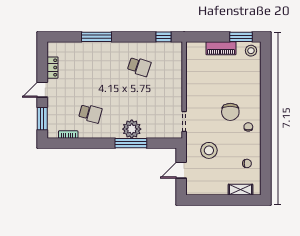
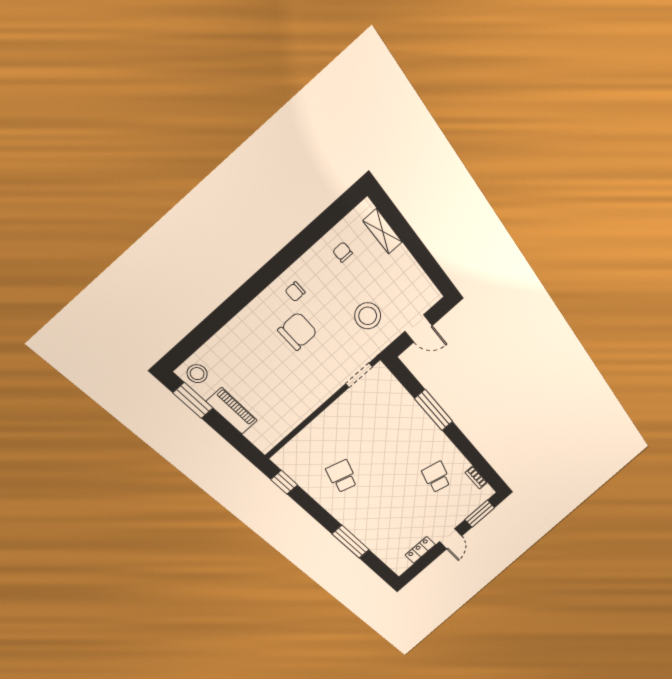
door: (42, 90) -> (451, 539), hinge flipped
plant: (132, 129) -> (418, 423), removed

